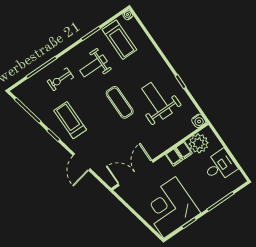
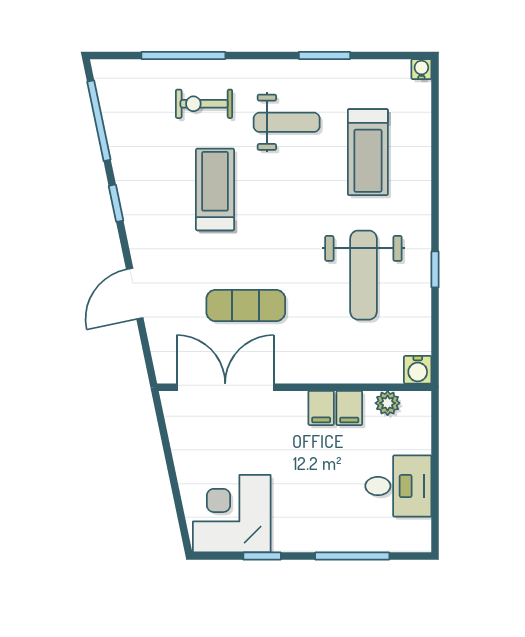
treadmill: (120, 40) -> (368, 152), moved
weight bench: (94, 66) -> (287, 122), turned 180
weight bench: (157, 101) -> (363, 275), turned 180
exercise mat: (120, 102) -> (246, 306), moved, turned 90
treadmill: (70, 120) -> (215, 189), moved
plant: (199, 143) -> (388, 403), width x0.53, depth x0.53
corner desk: (170, 207) -> (232, 514), width x0.74, depth x0.74

